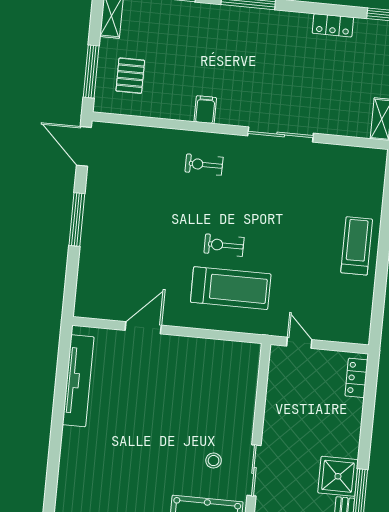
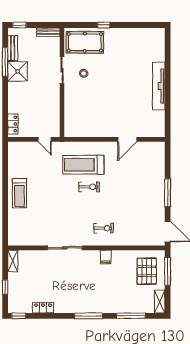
pallet: (130, 76) -> (147, 271), width x1.50, depth x1.42
tv unit: (78, 381) -> (159, 86), moved

